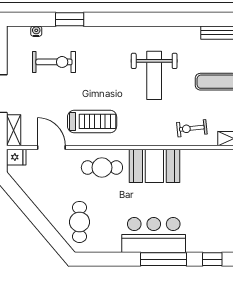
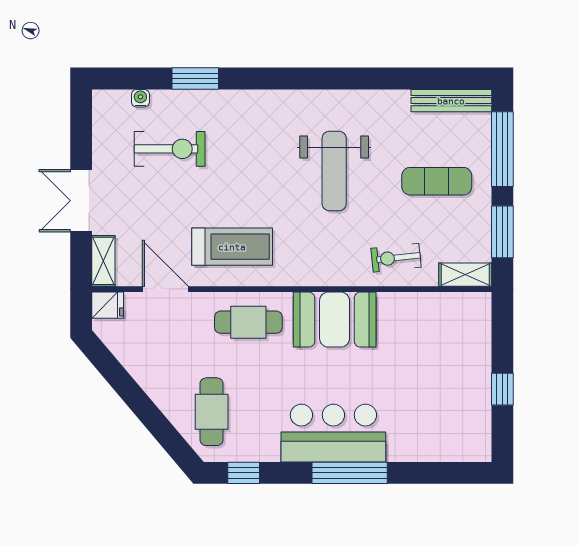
window: (212, 259) -> (244, 473), moved

